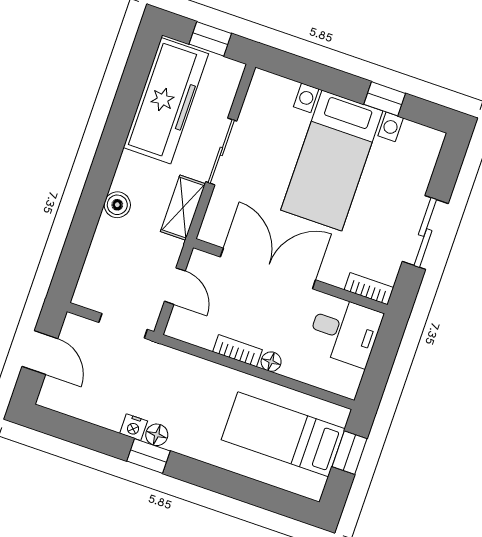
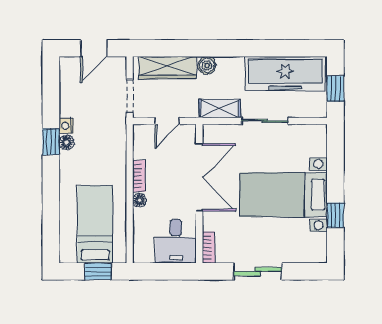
wardrobe: (102, 260) -> (167, 68), added

